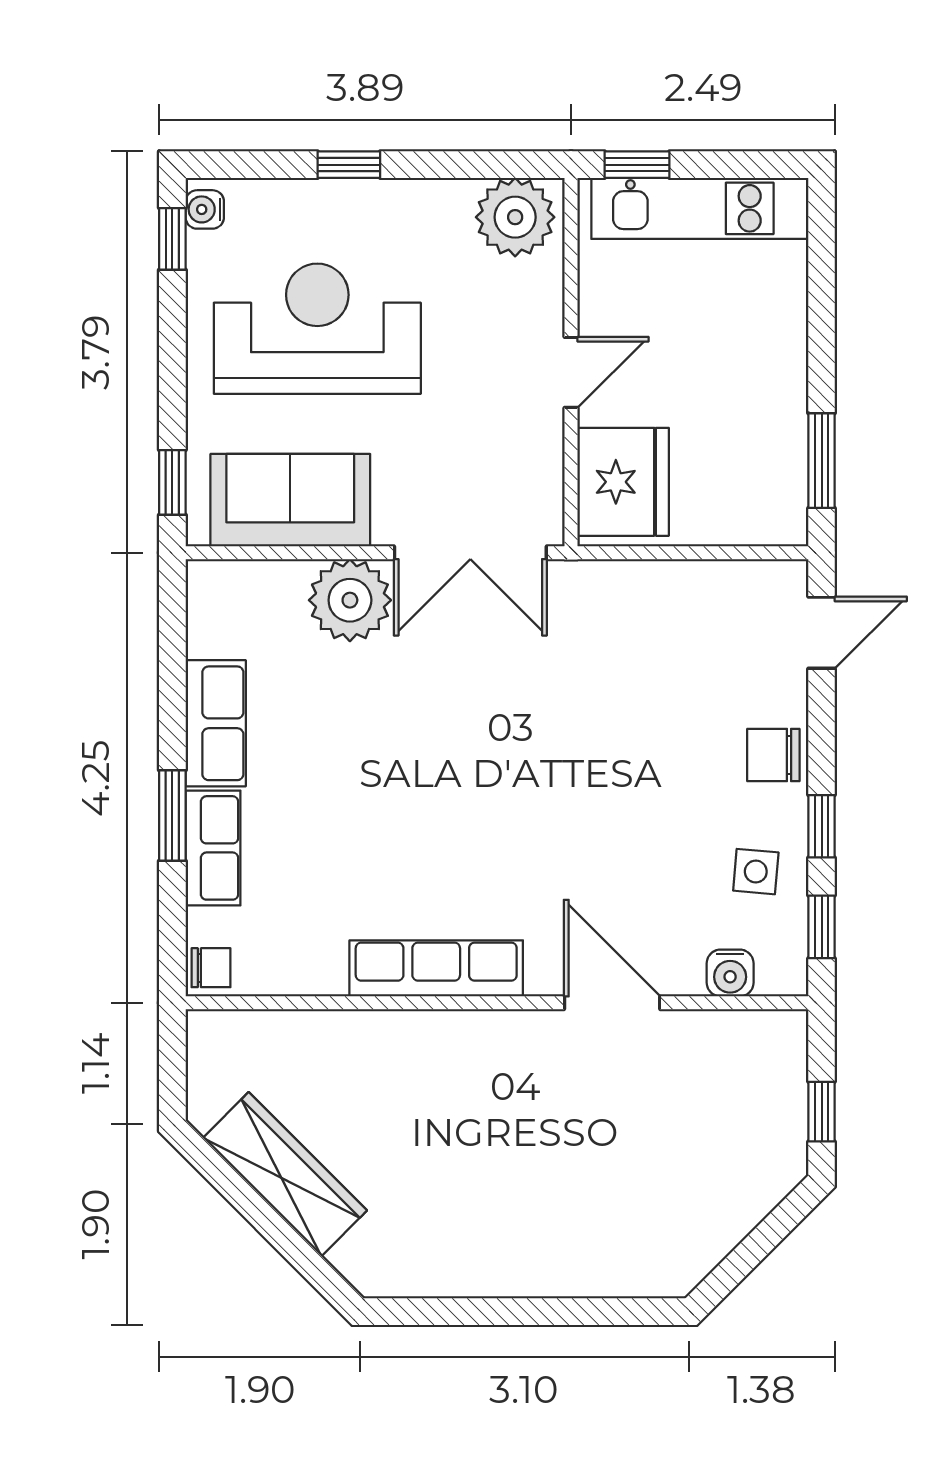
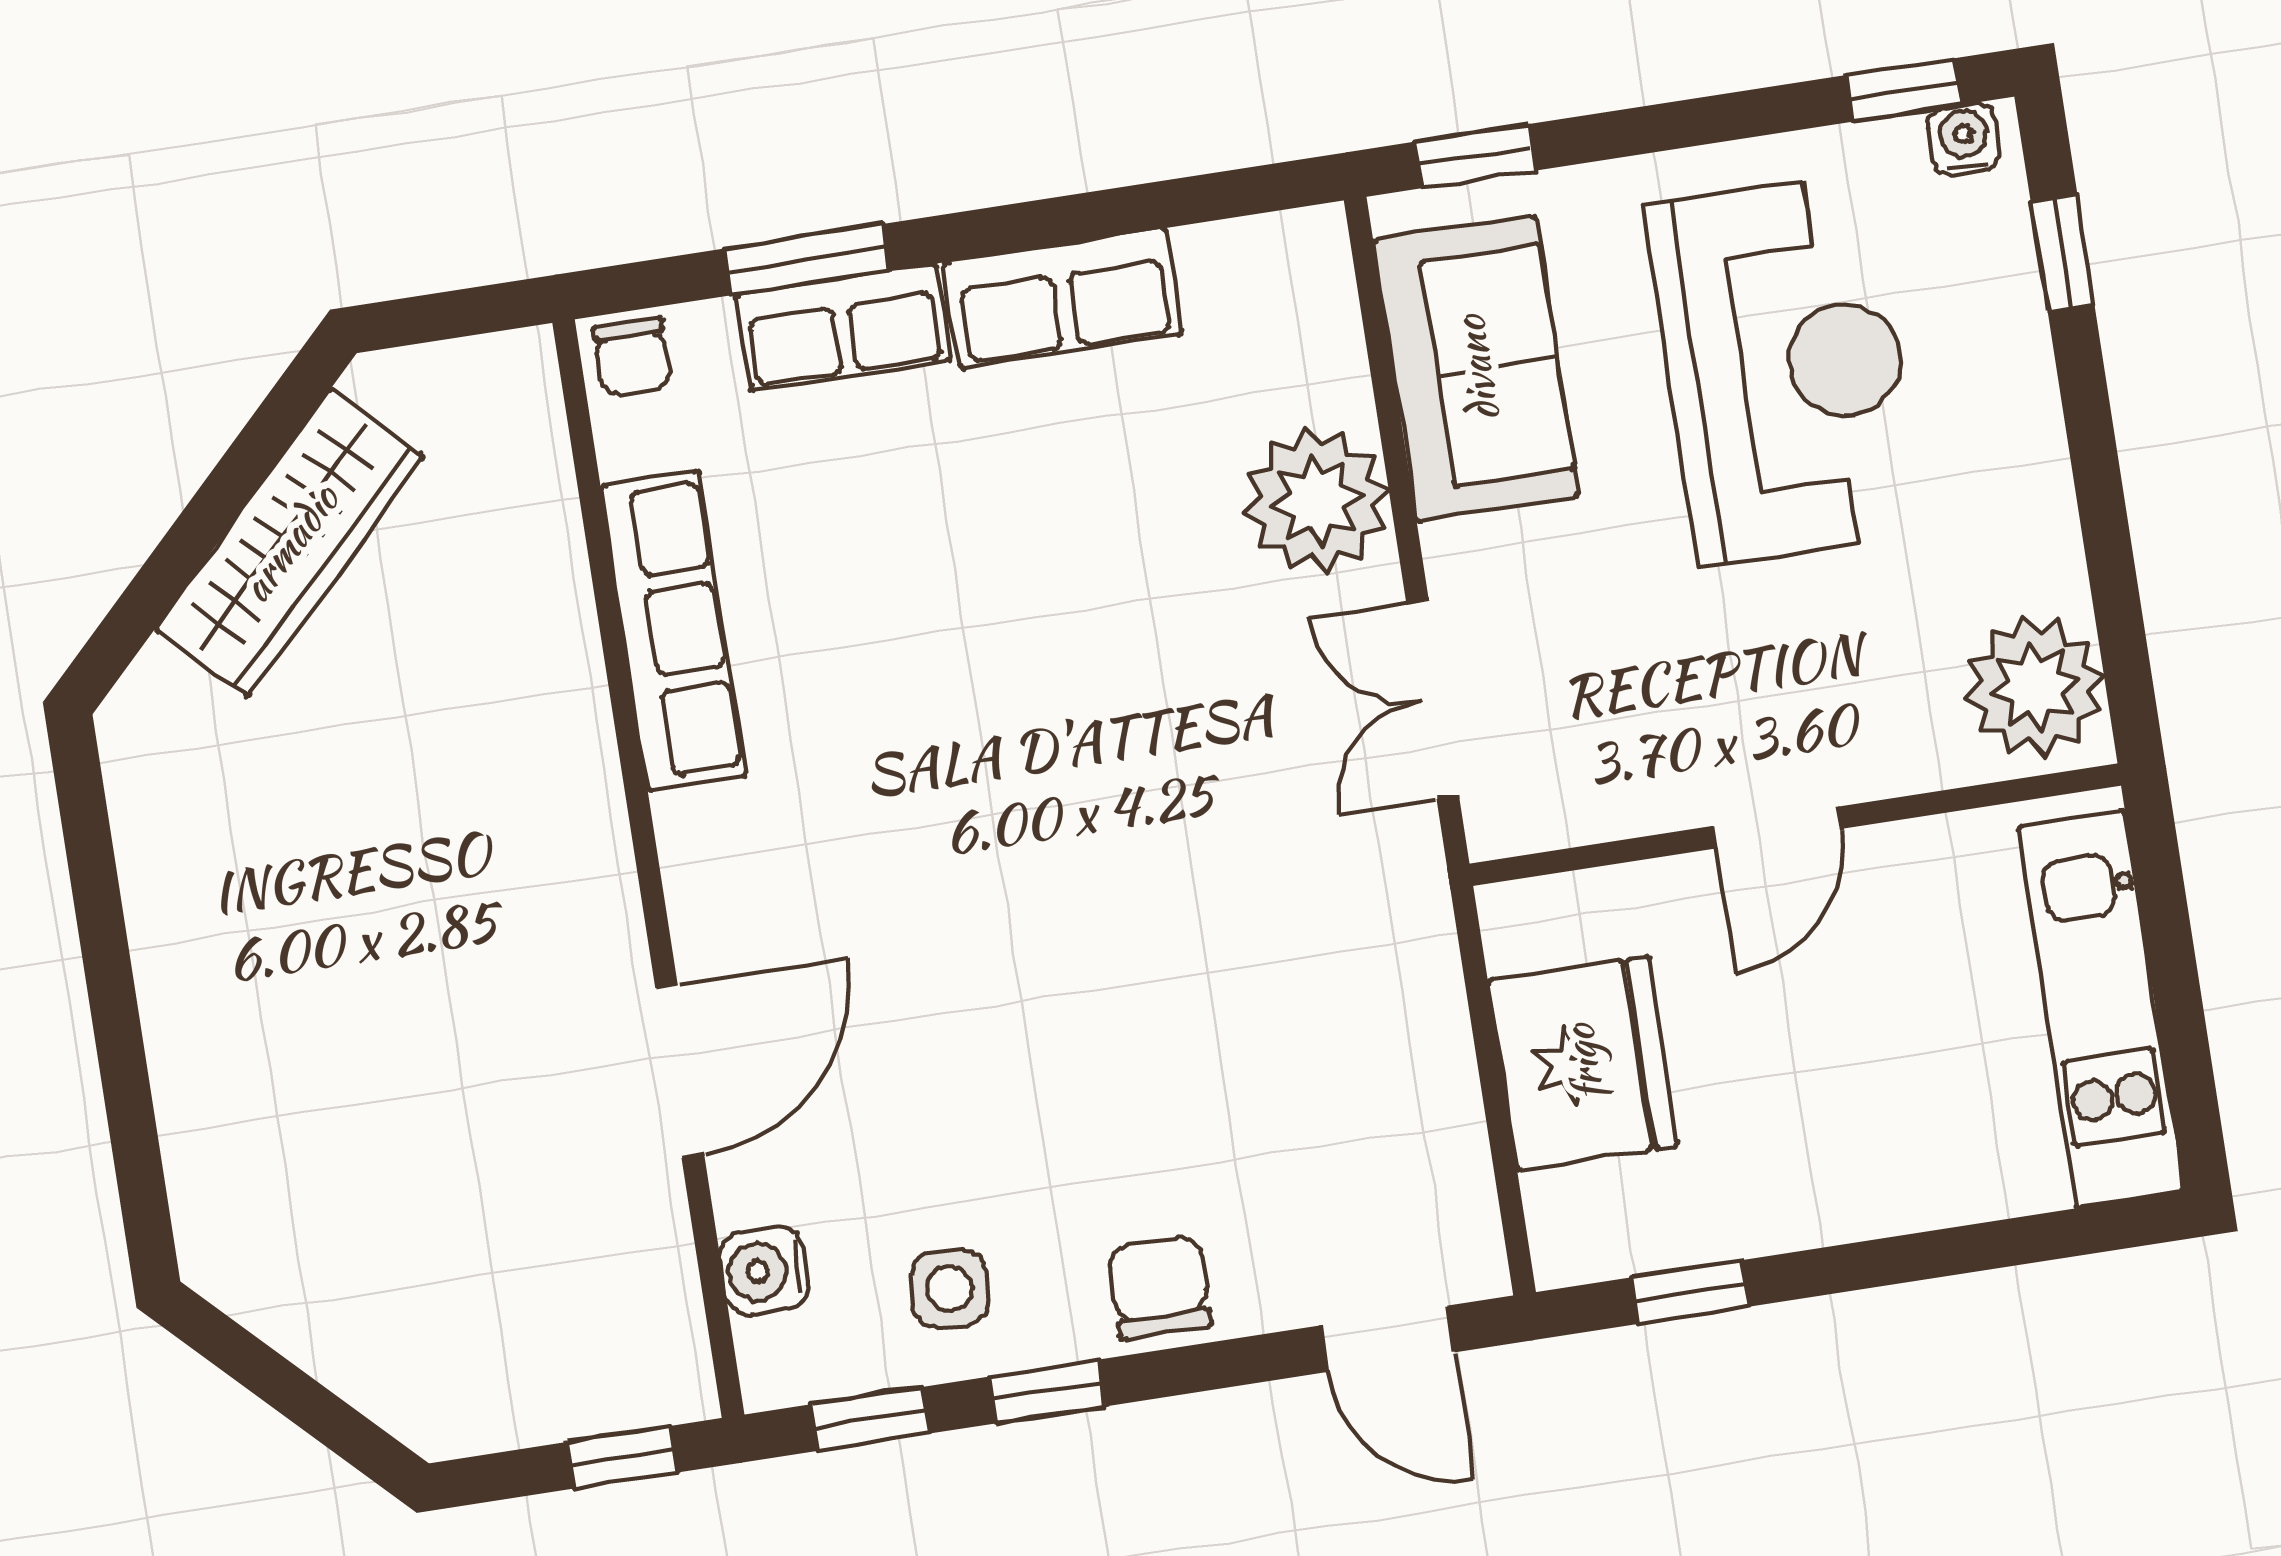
window: (349, 165) -> (2063, 254), moved
window: (637, 165) -> (2161, 887), removed
door: (571, 372) -> (1777, 827), hinge flipped
window: (822, 461) -> (1690, 1292), width x0.67
fridge: (623, 482) -> (1583, 1063), moved, turned -90
double door: (470, 553) -> (1433, 699), width x0.73
window: (172, 815) -> (806, 260), moved
row of seats: (436, 968) -> (673, 631), moved
window: (822, 1112) -> (622, 1457), moved

